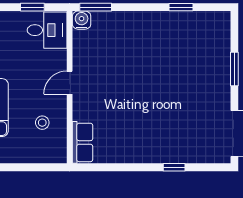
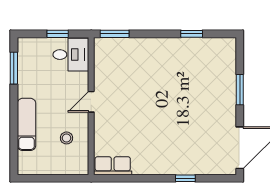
water cooler: (82, 20) -> (102, 46), removed
row of seats: (82, 142) -> (113, 166), moved, turned -90

